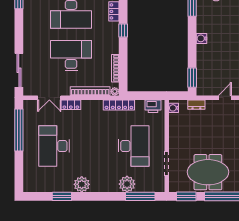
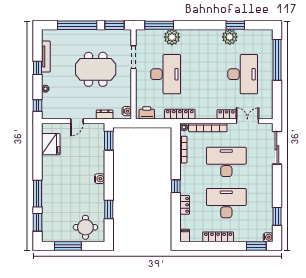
desk: (71, 56) -> (226, 162), turned 180
window: (19, 130) -> (277, 60), moved
desk: (134, 146) -> (166, 74), turned 180
meeting table: (208, 172) -> (96, 69), moved
plant: (82, 184) -> (230, 37), moved

